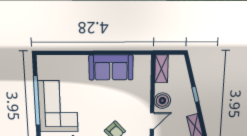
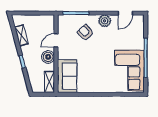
sofa: (111, 67) -> (67, 76), moved, turned 90
corner sofa: (58, 106) -> (129, 71), moved

